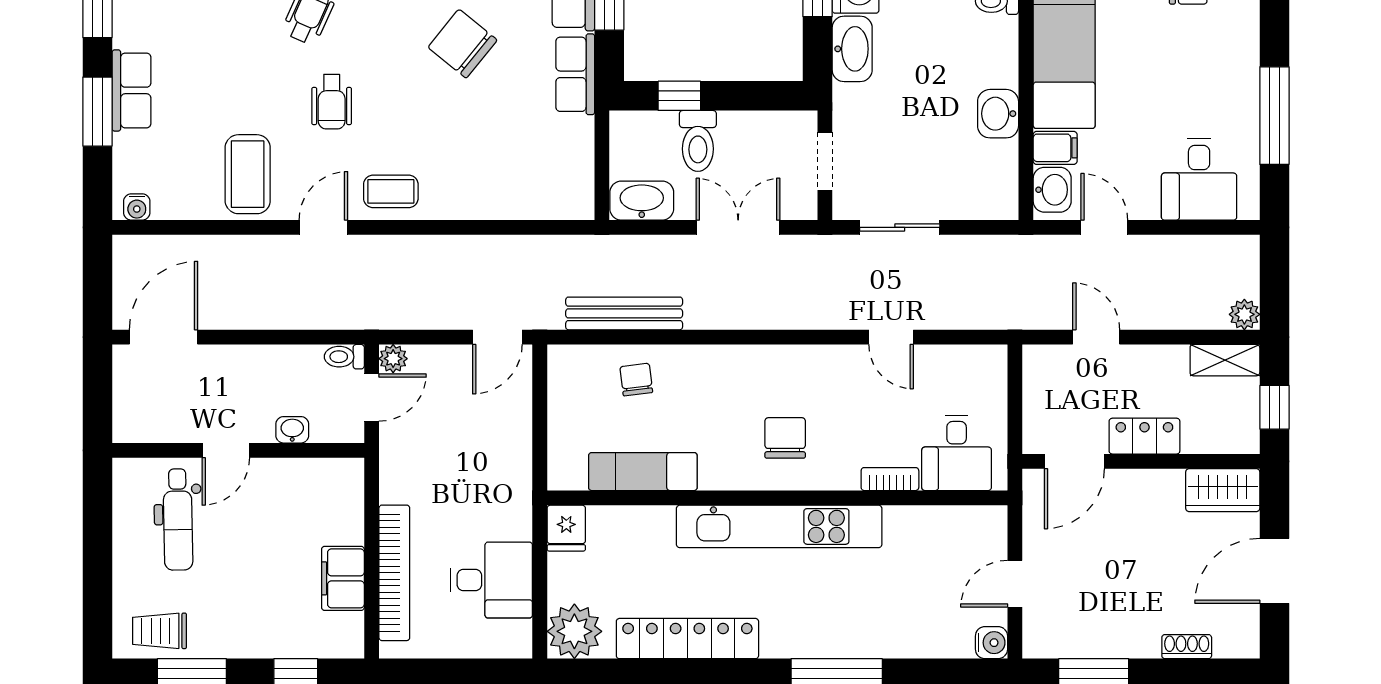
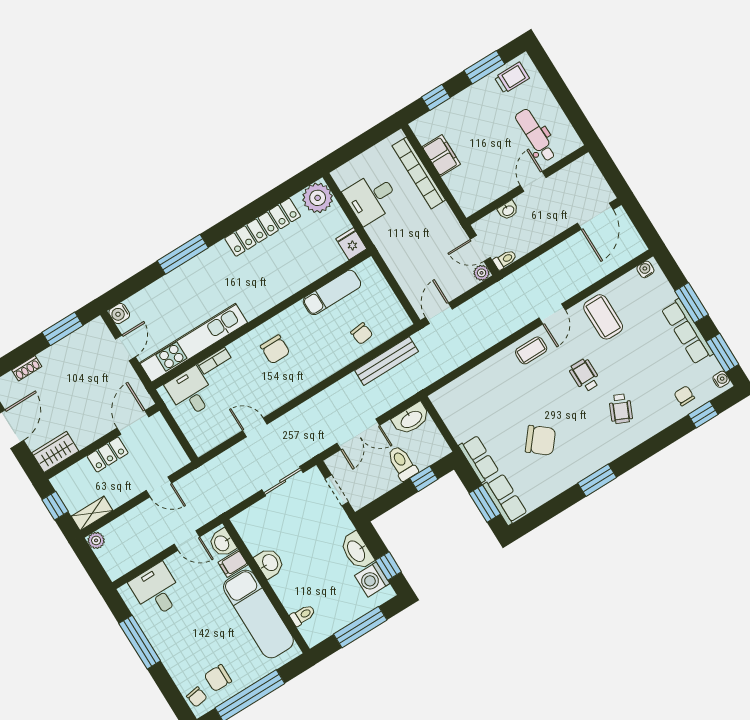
row of seats: (132, 90) -> (687, 332), width x1.48
door: (372, 398) -> (480, 248), hinge flipped
kitchen unit: (779, 526) -> (193, 343), moved

